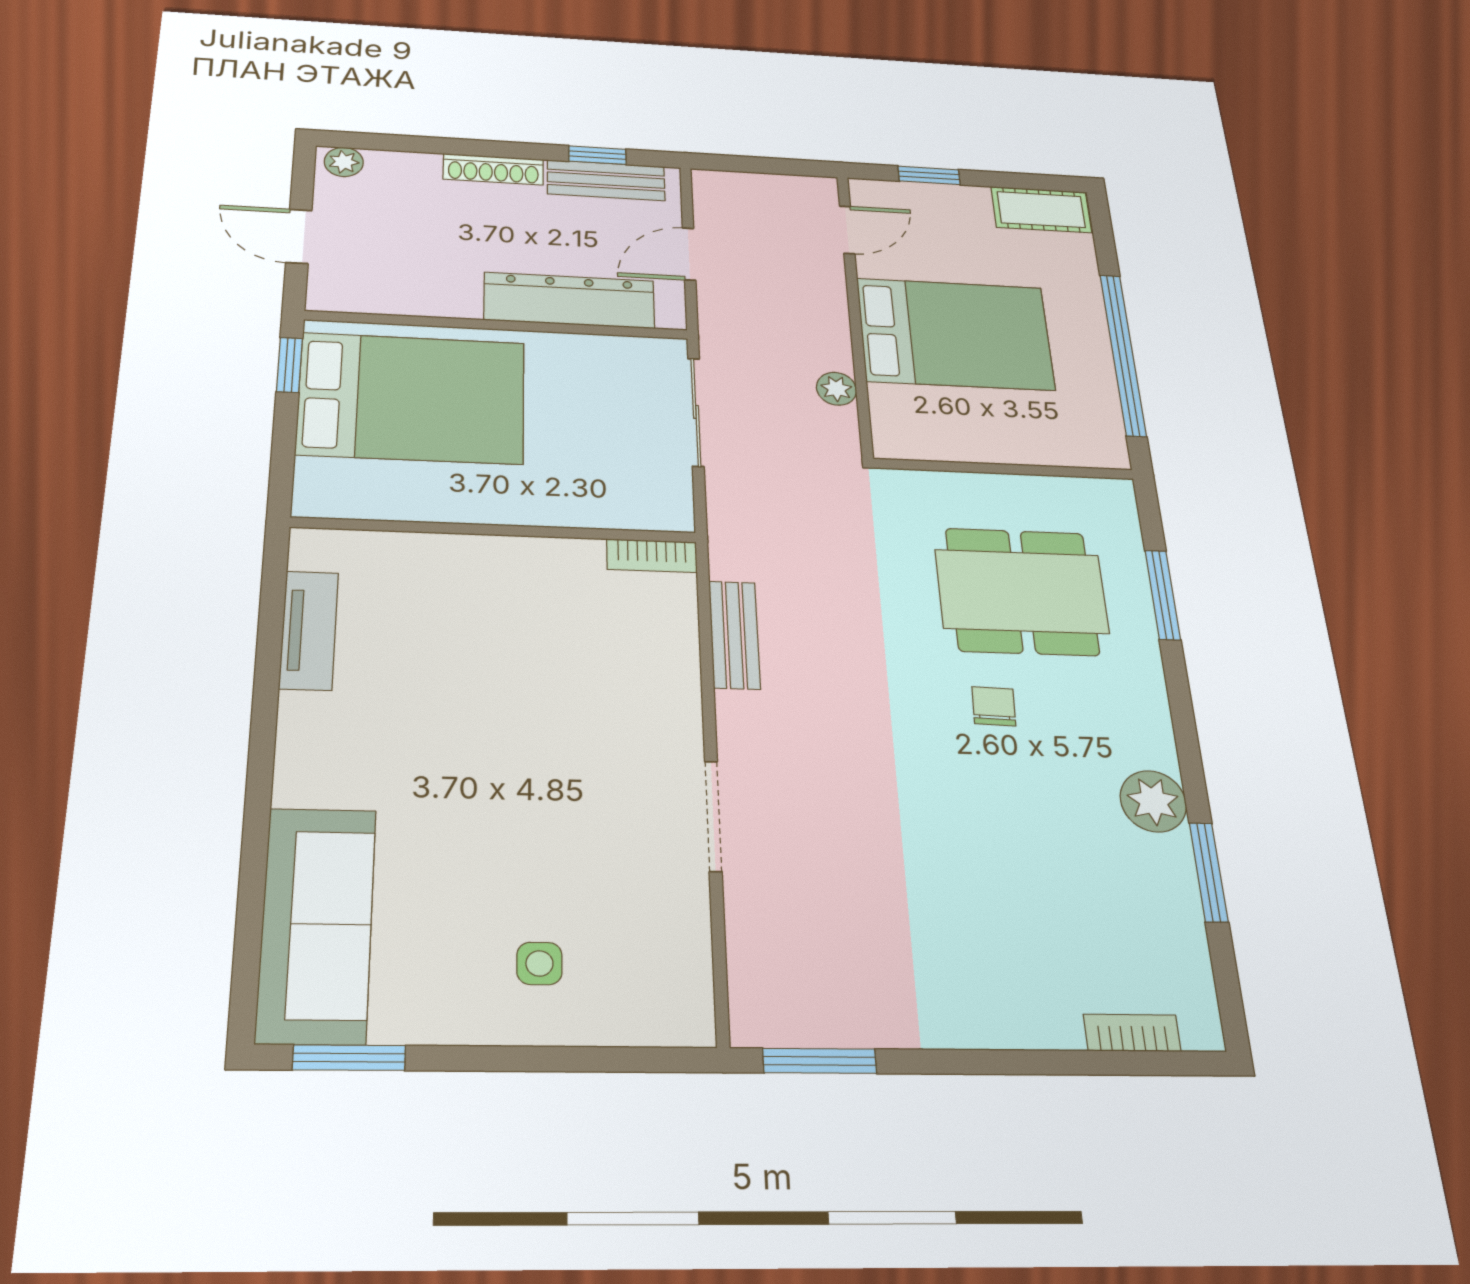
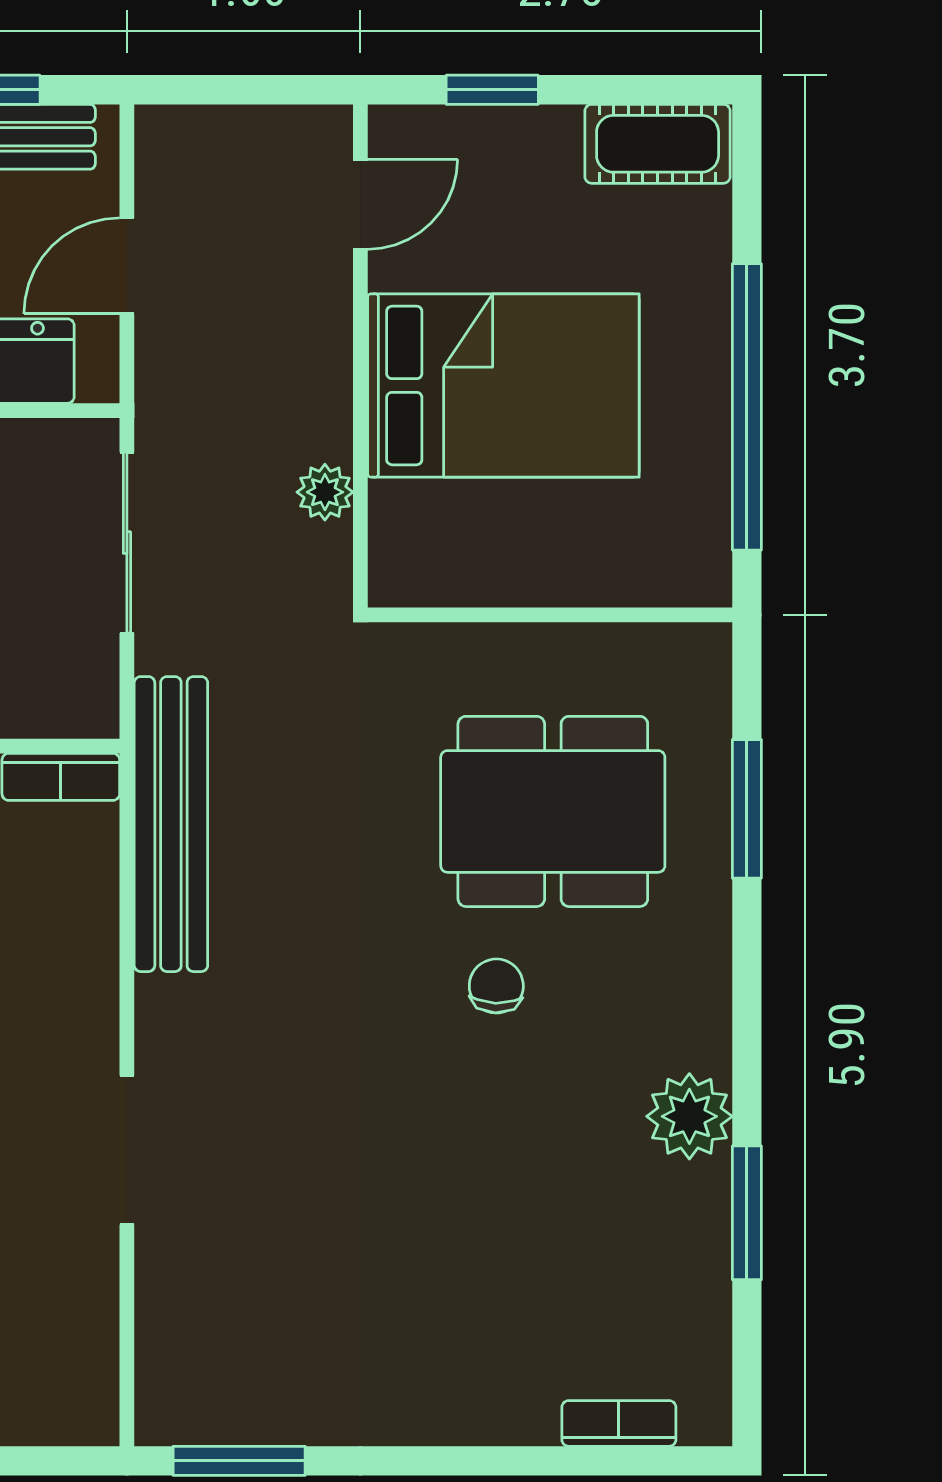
bench: (734, 635) -> (171, 824), width x1.86, depth x1.21

